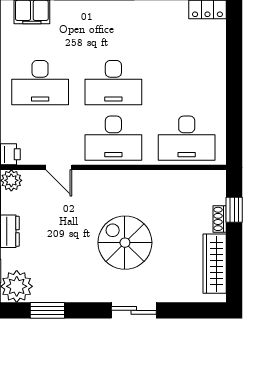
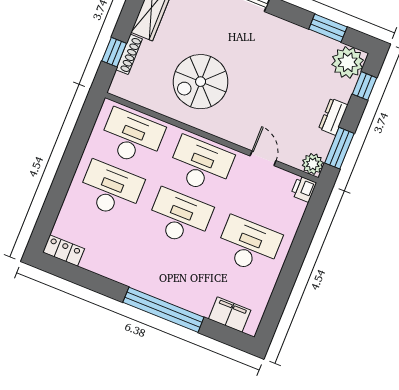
desk: (187, 83) -> (111, 190), added
shoe rack: (220, 219) -> (129, 54), width x1.43
spiral stairs: (125, 243) -> (201, 82), moved, turned 90

